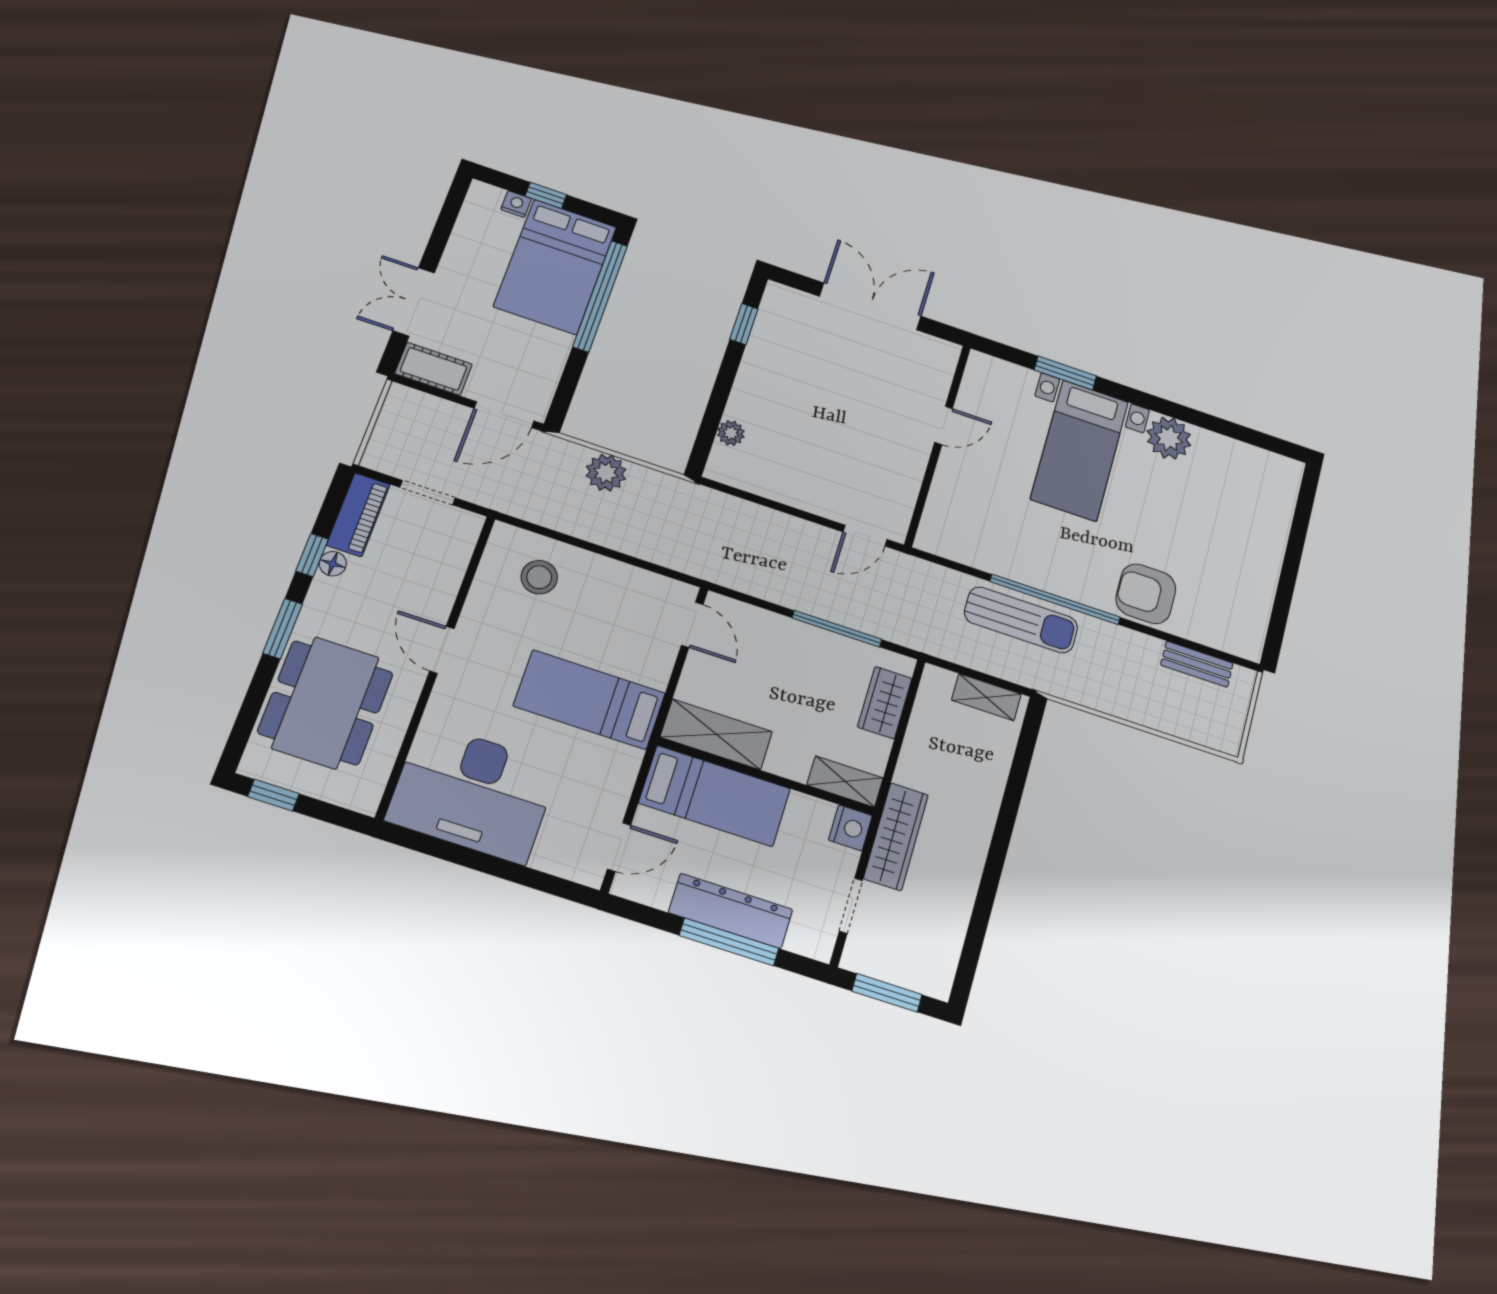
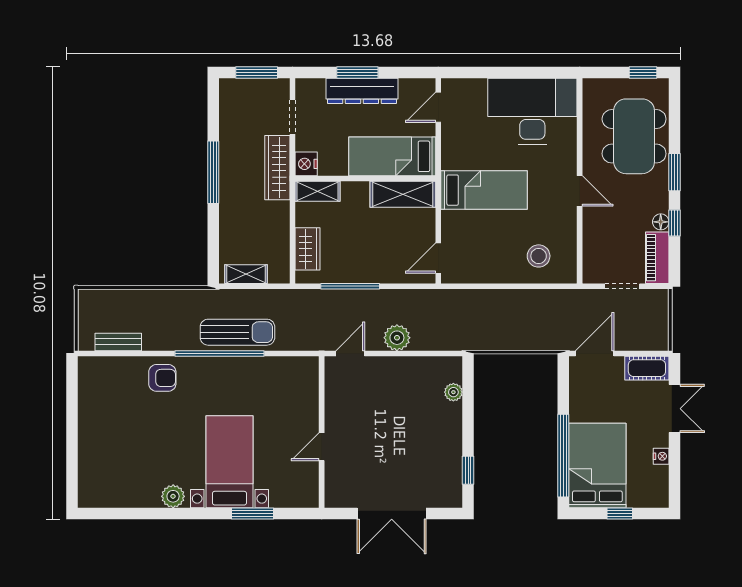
nightstand: (516, 204) -> (661, 456), moved, turned -90
plant: (1169, 438) -> (173, 496), width x0.73, depth x0.73
plant: (606, 473) -> (397, 338), moved
armchair: (1146, 594) -> (162, 378), width x0.72, depth x0.72
sun lounger: (1021, 620) -> (237, 332), turned 180
door: (692, 625) -> (438, 258), hinge flipped
window: (995, 862) -> (213, 172), added
window: (729, 942) -> (357, 72), width x0.69

